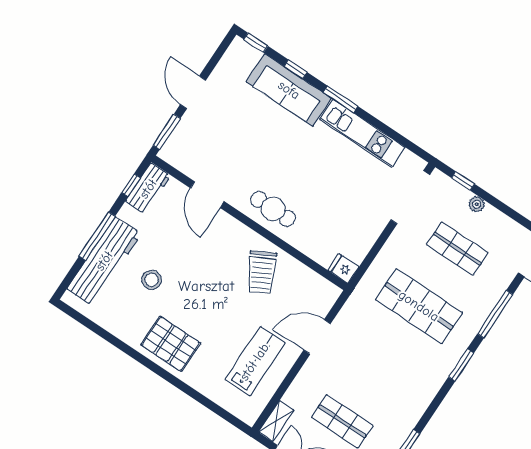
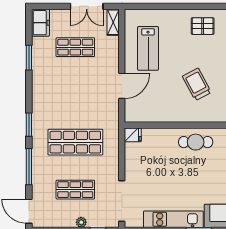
trolley: (262, 272) -> (197, 84), moved
pallet: (171, 344) -> (203, 26), width x0.67, depth x0.71

